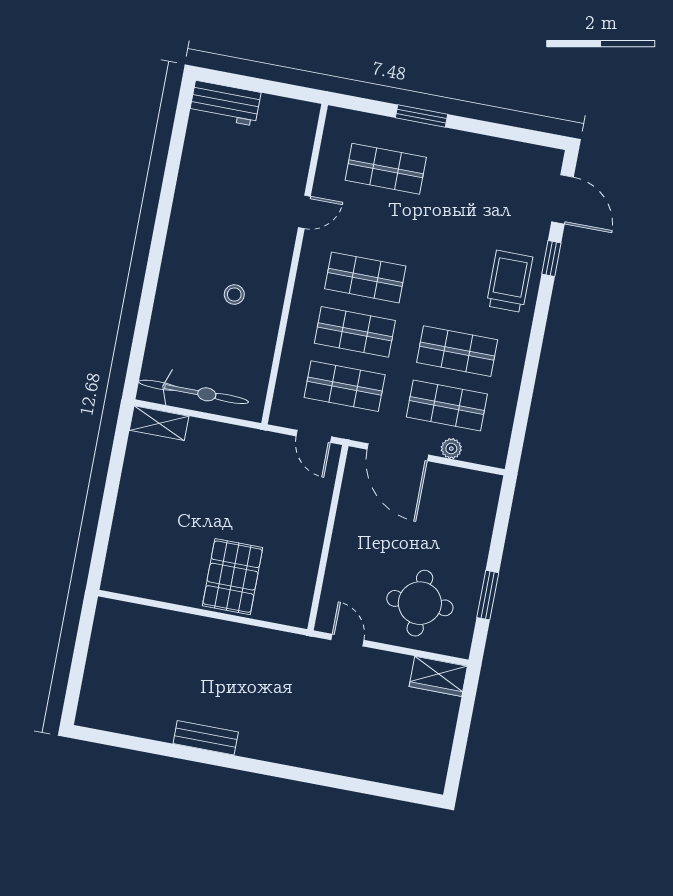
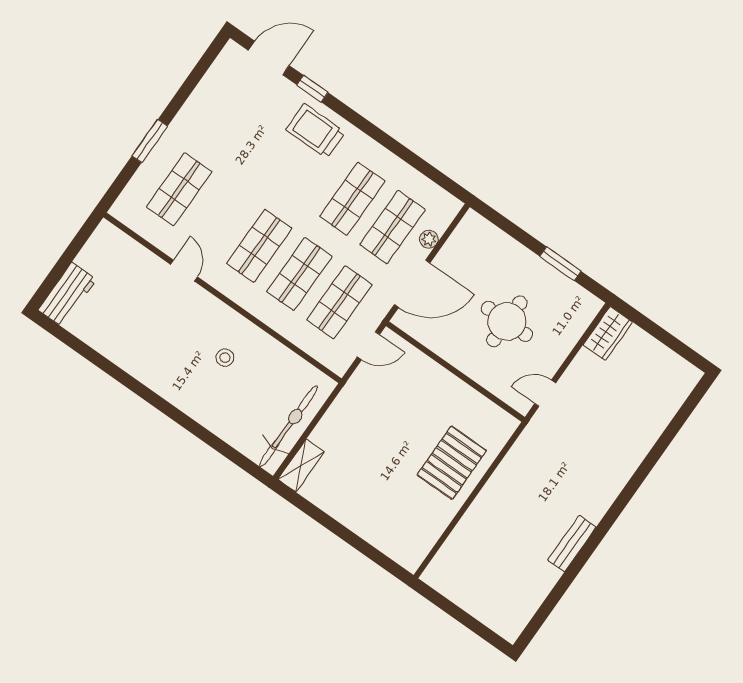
pallet: (233, 577) -> (452, 463), turned 90
round table: (420, 603) -> (507, 321), moved

